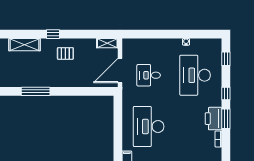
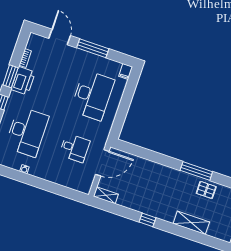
window: (53, 34) -> (148, 220), moved
pallet: (65, 53) -> (206, 190), moved

